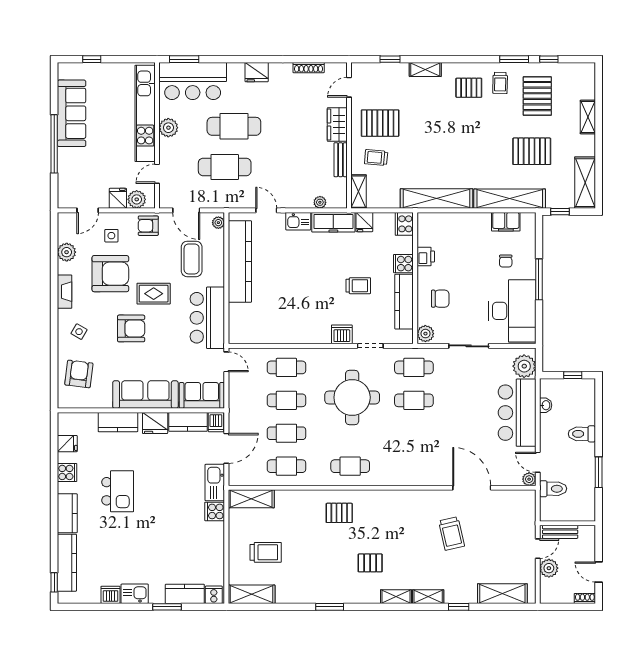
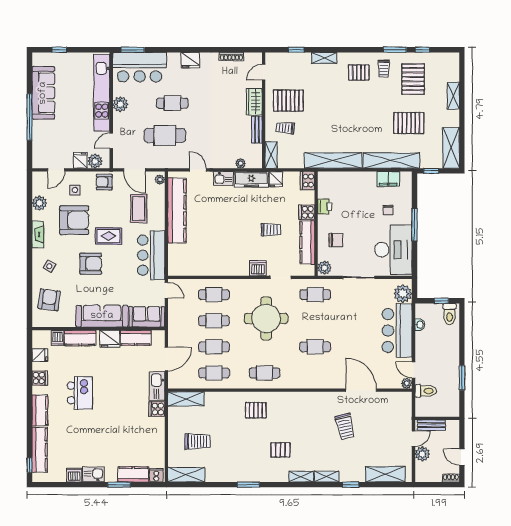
cafe table: (234, 126) -> (172, 103), width x0.73, depth x0.74
cafe table: (414, 400) -> (315, 347), moved
dishwasher: (216, 422) -> (58, 338), moved
toilet: (582, 434) -> (450, 314), moved, turned -90

